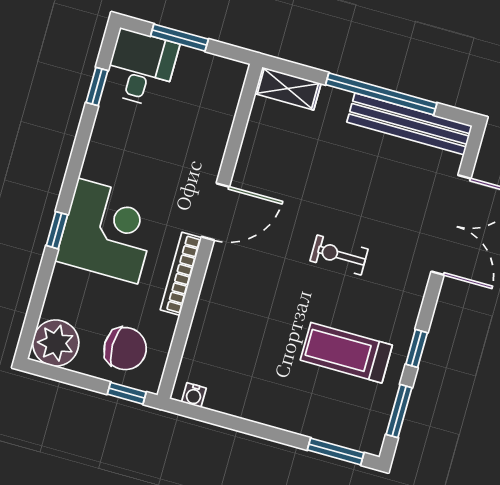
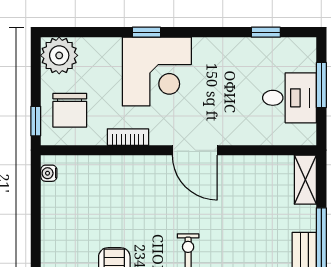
desk: (141, 68) -> (289, 98), moved
bookcase: (181, 274) -> (128, 137), width x0.64

